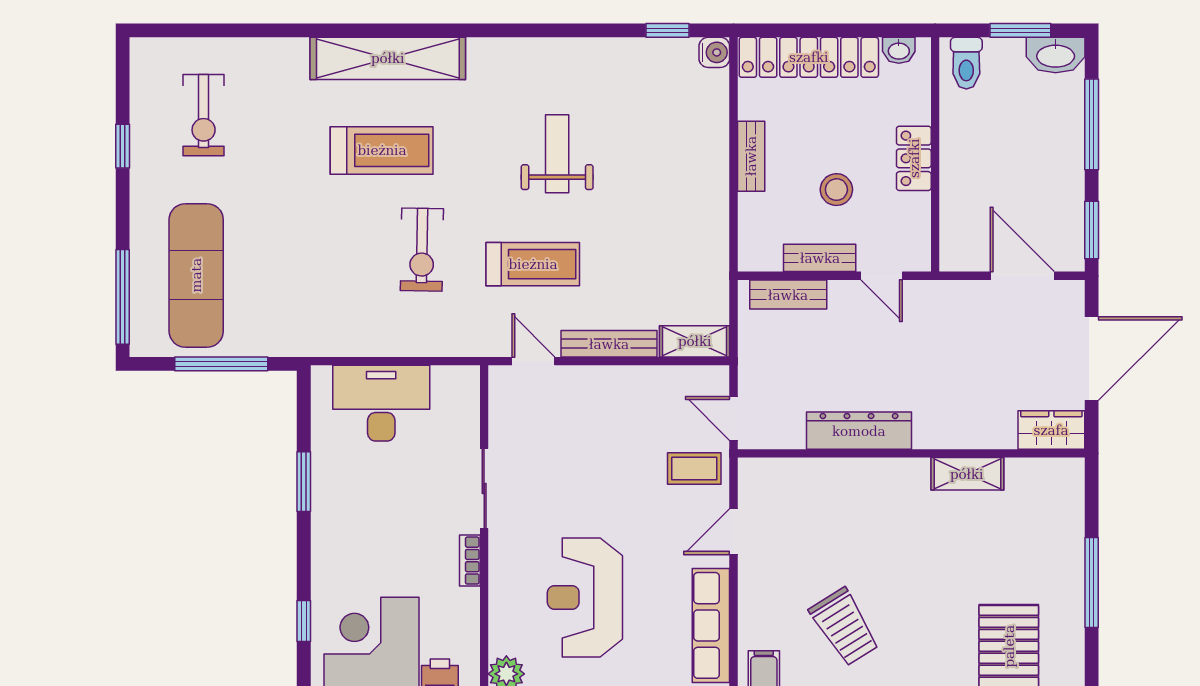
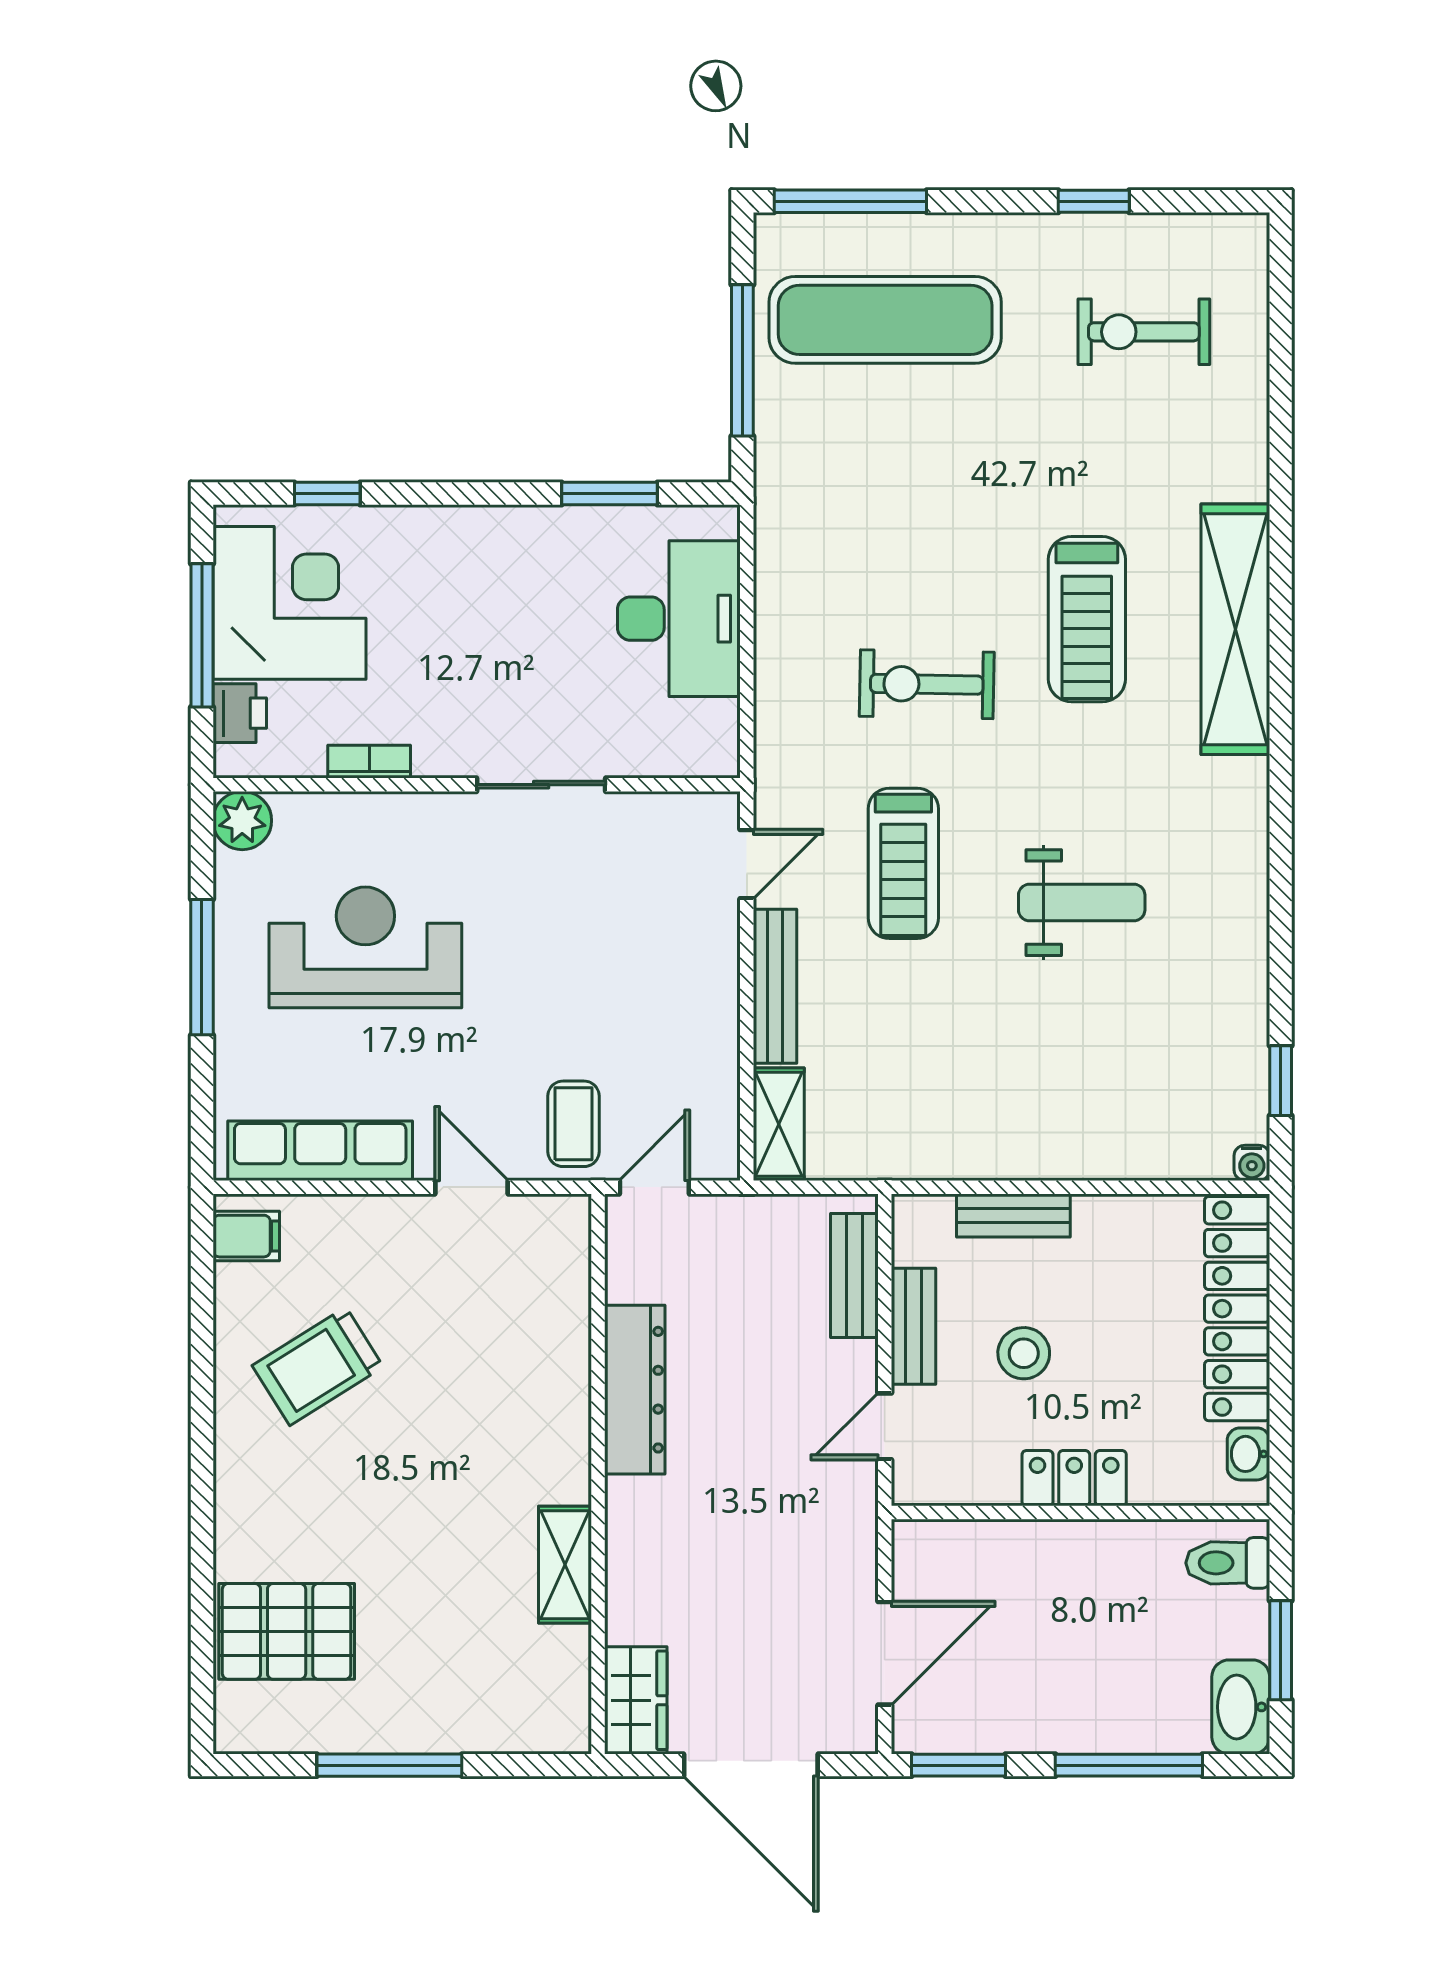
water cooler: (714, 52) -> (1252, 1163), width x0.72, depth x0.72
bench: (751, 156) -> (1013, 1216), moved
window: (304, 482) -> (610, 494), moved
bookcase: (470, 561) -> (369, 762), moved

